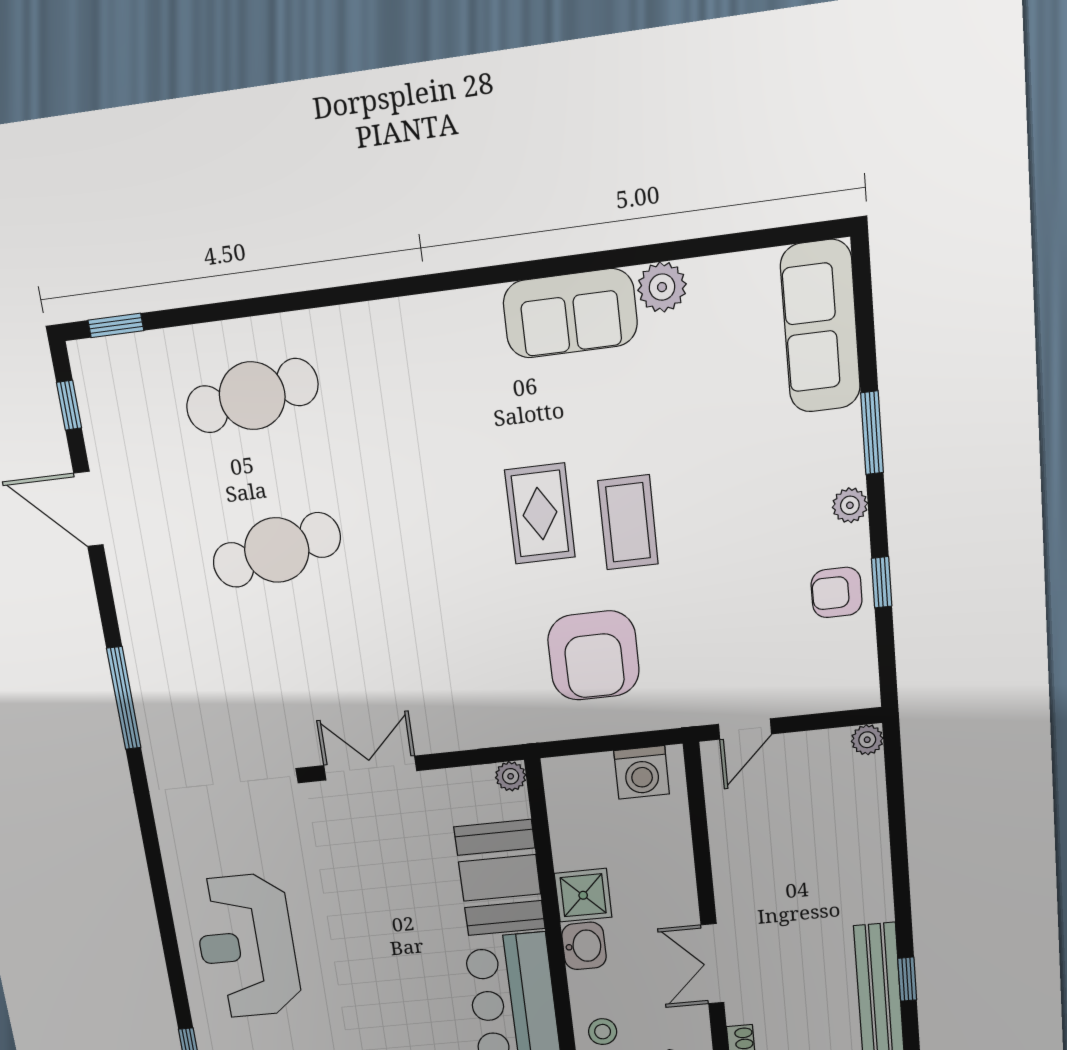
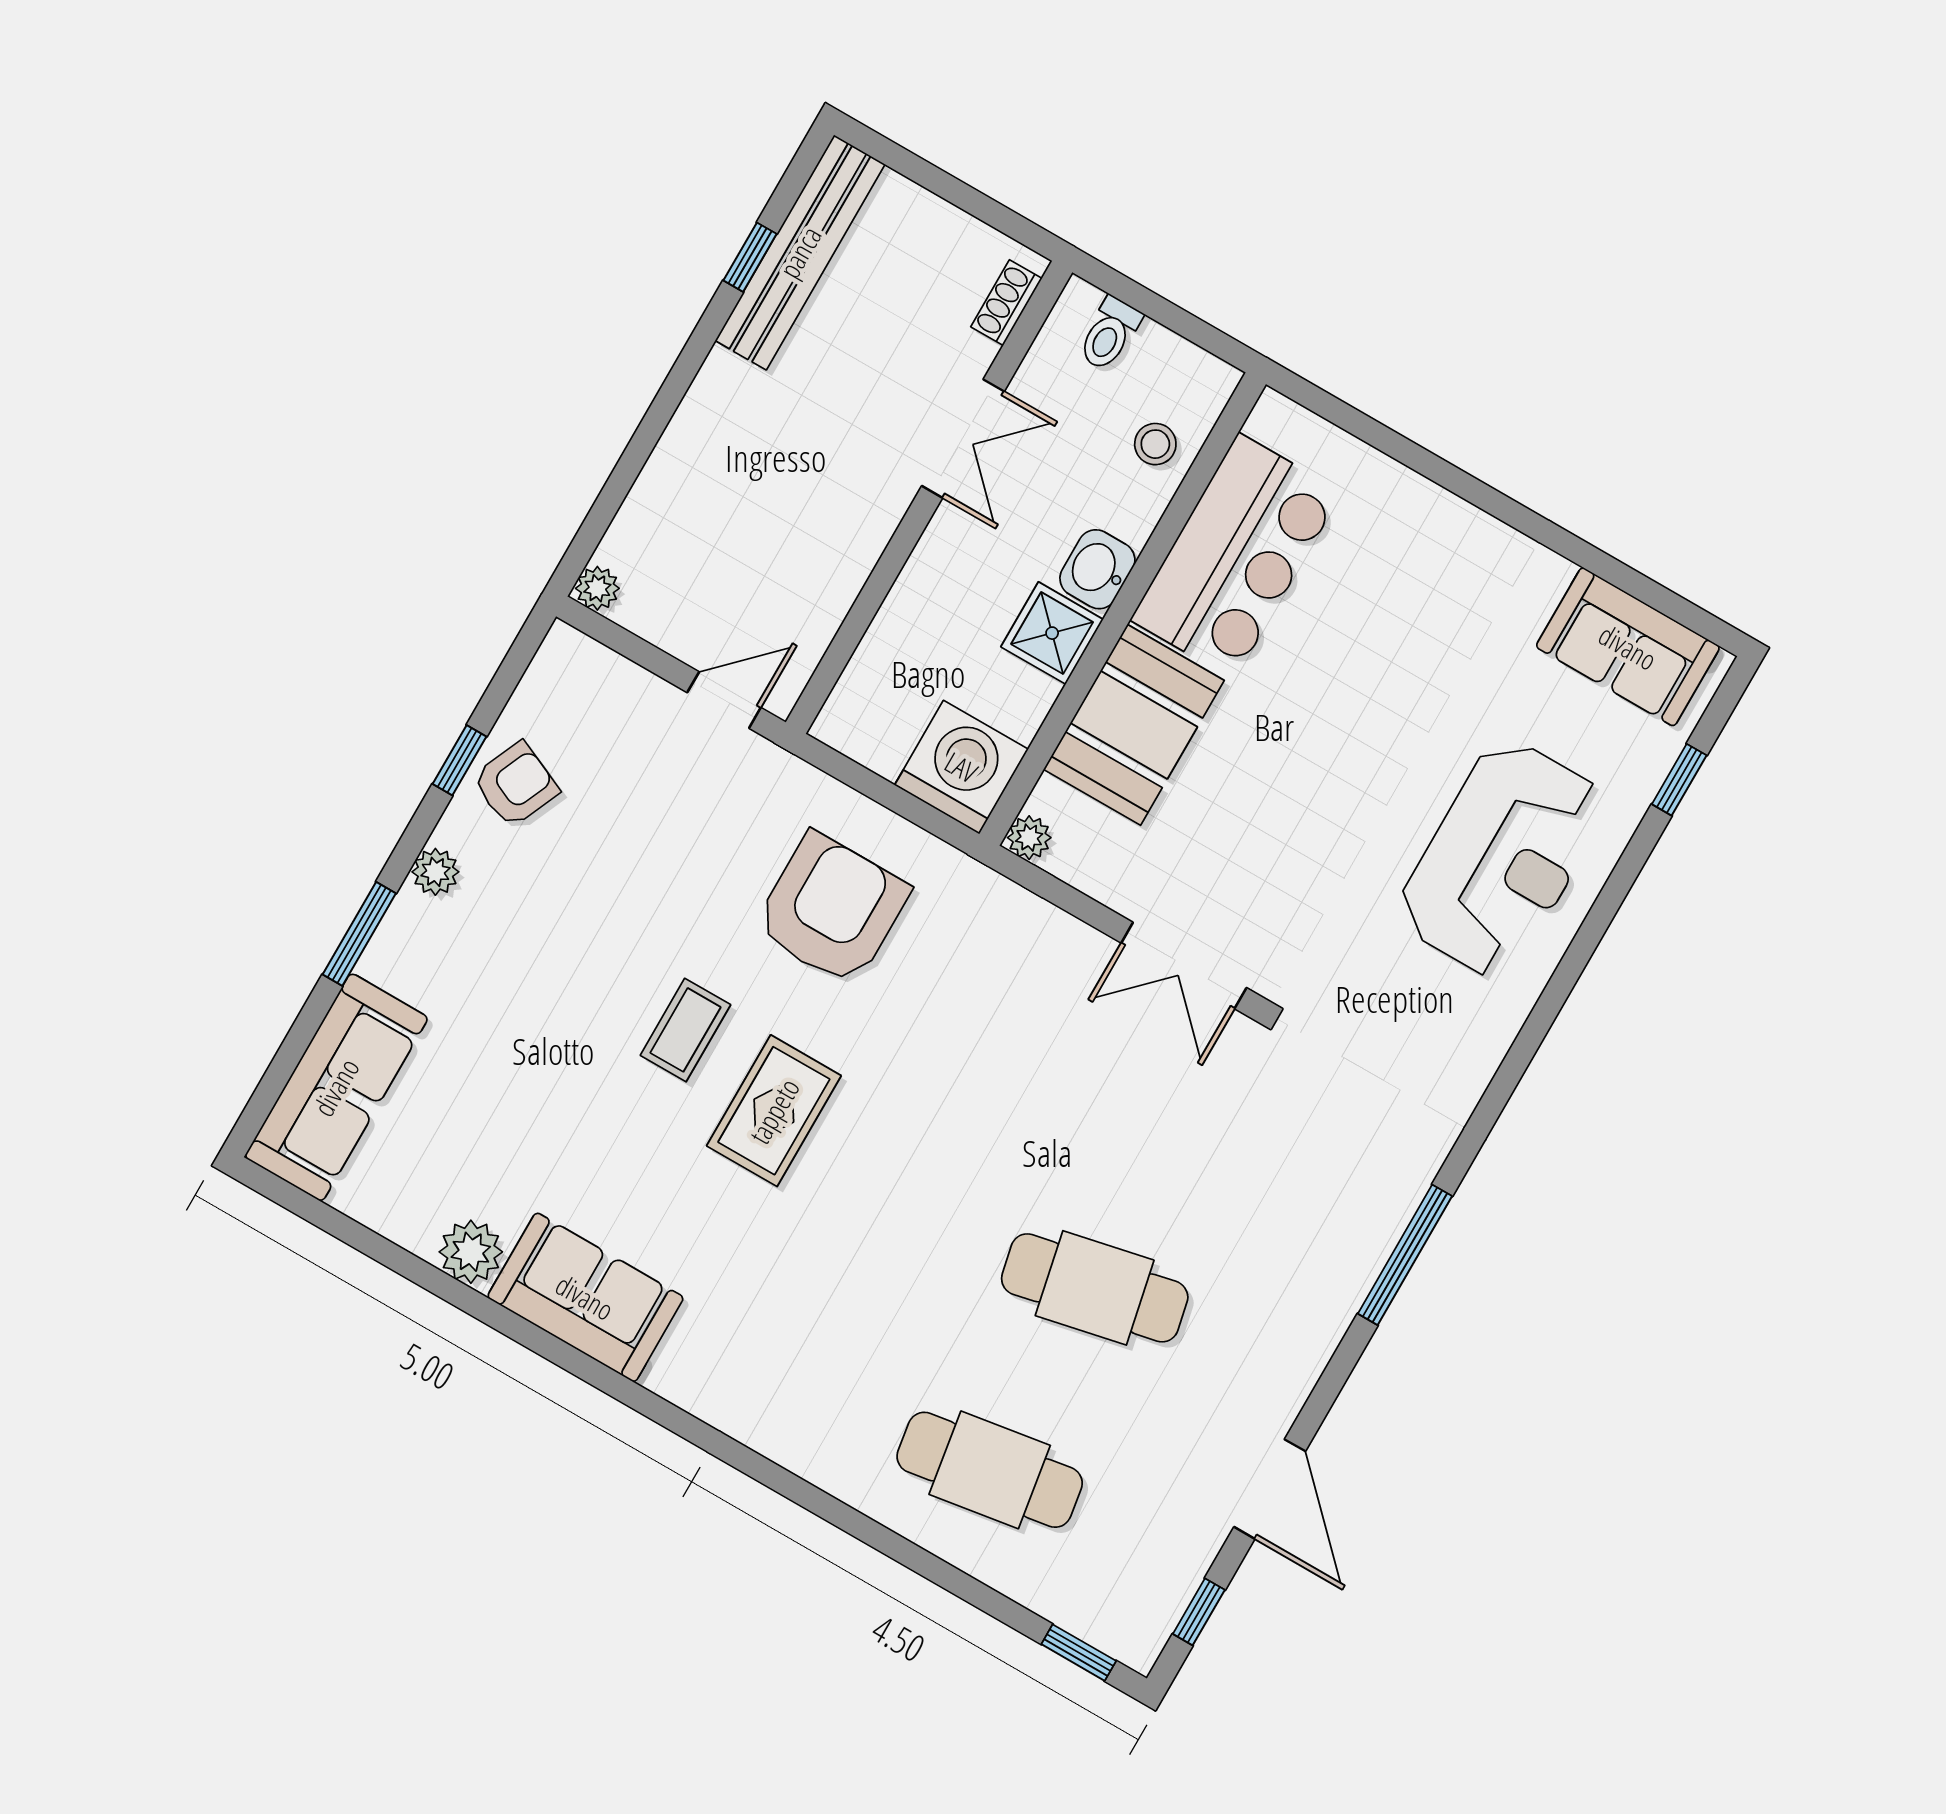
coffee table: (628, 522) -> (685, 1030), width x0.73, depth x0.77
armchair: (837, 592) -> (516, 785), turned -66
washing machine: (642, 772) -> (961, 767), moved, width x1.37, depth x1.37

